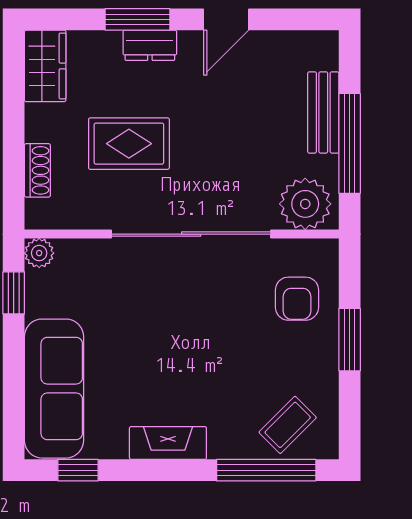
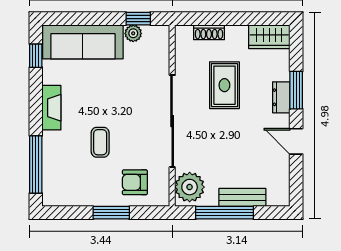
plant: (39, 253) -> (133, 33), moved
coffee table: (288, 425) -> (100, 142), moved, turned 45

